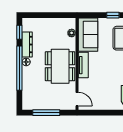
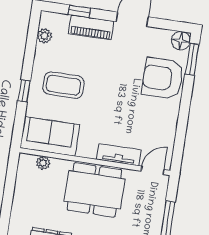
tv unit: (83, 65) -> (119, 155), moved

